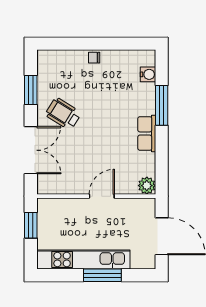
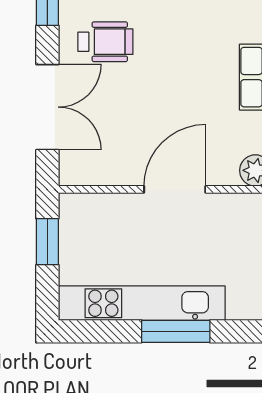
wheelchair: (63, 114) -> (105, 42), turned 148
door: (102, 196) -> (175, 189), width x1.36

